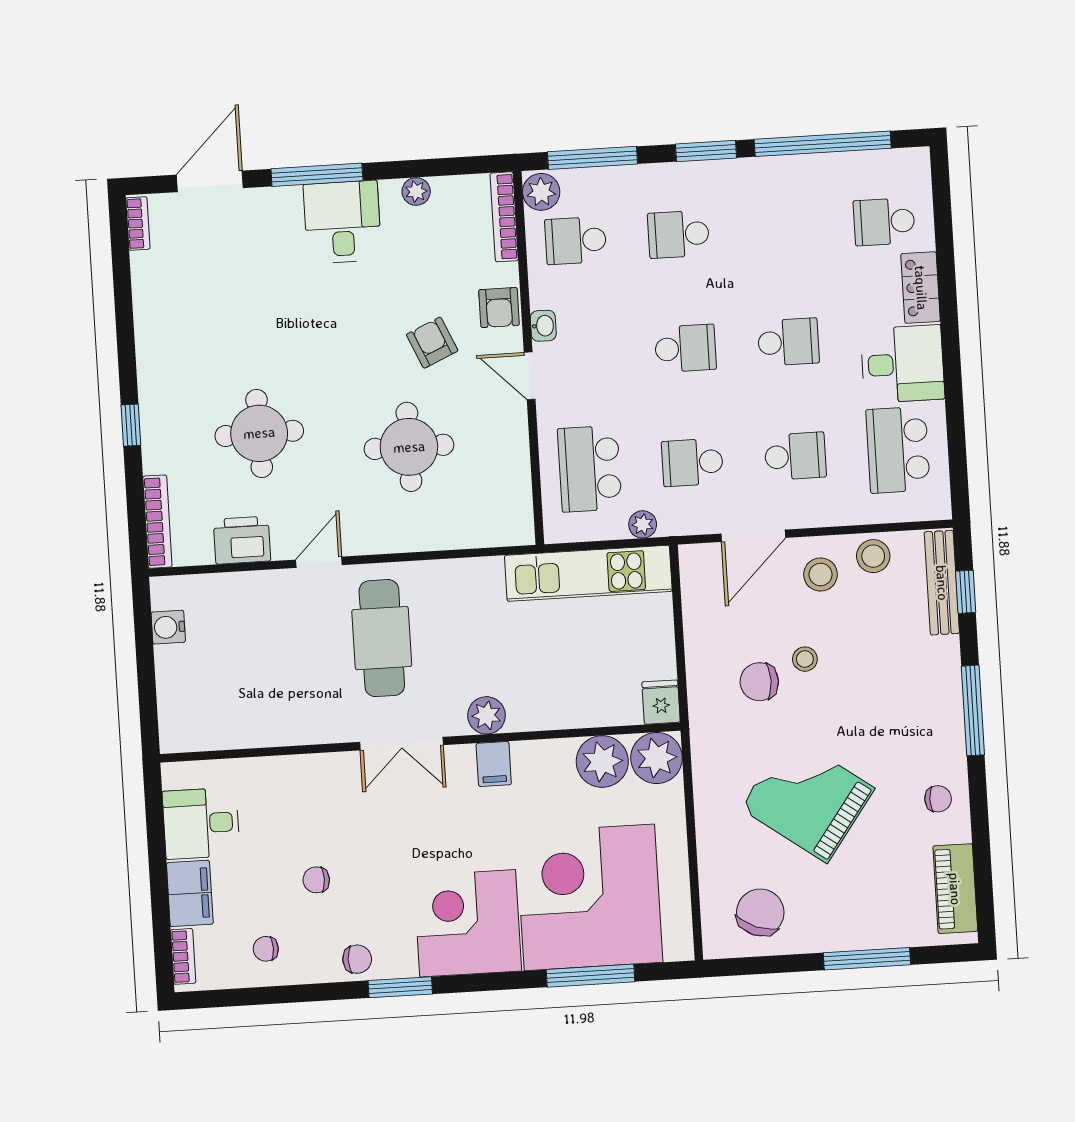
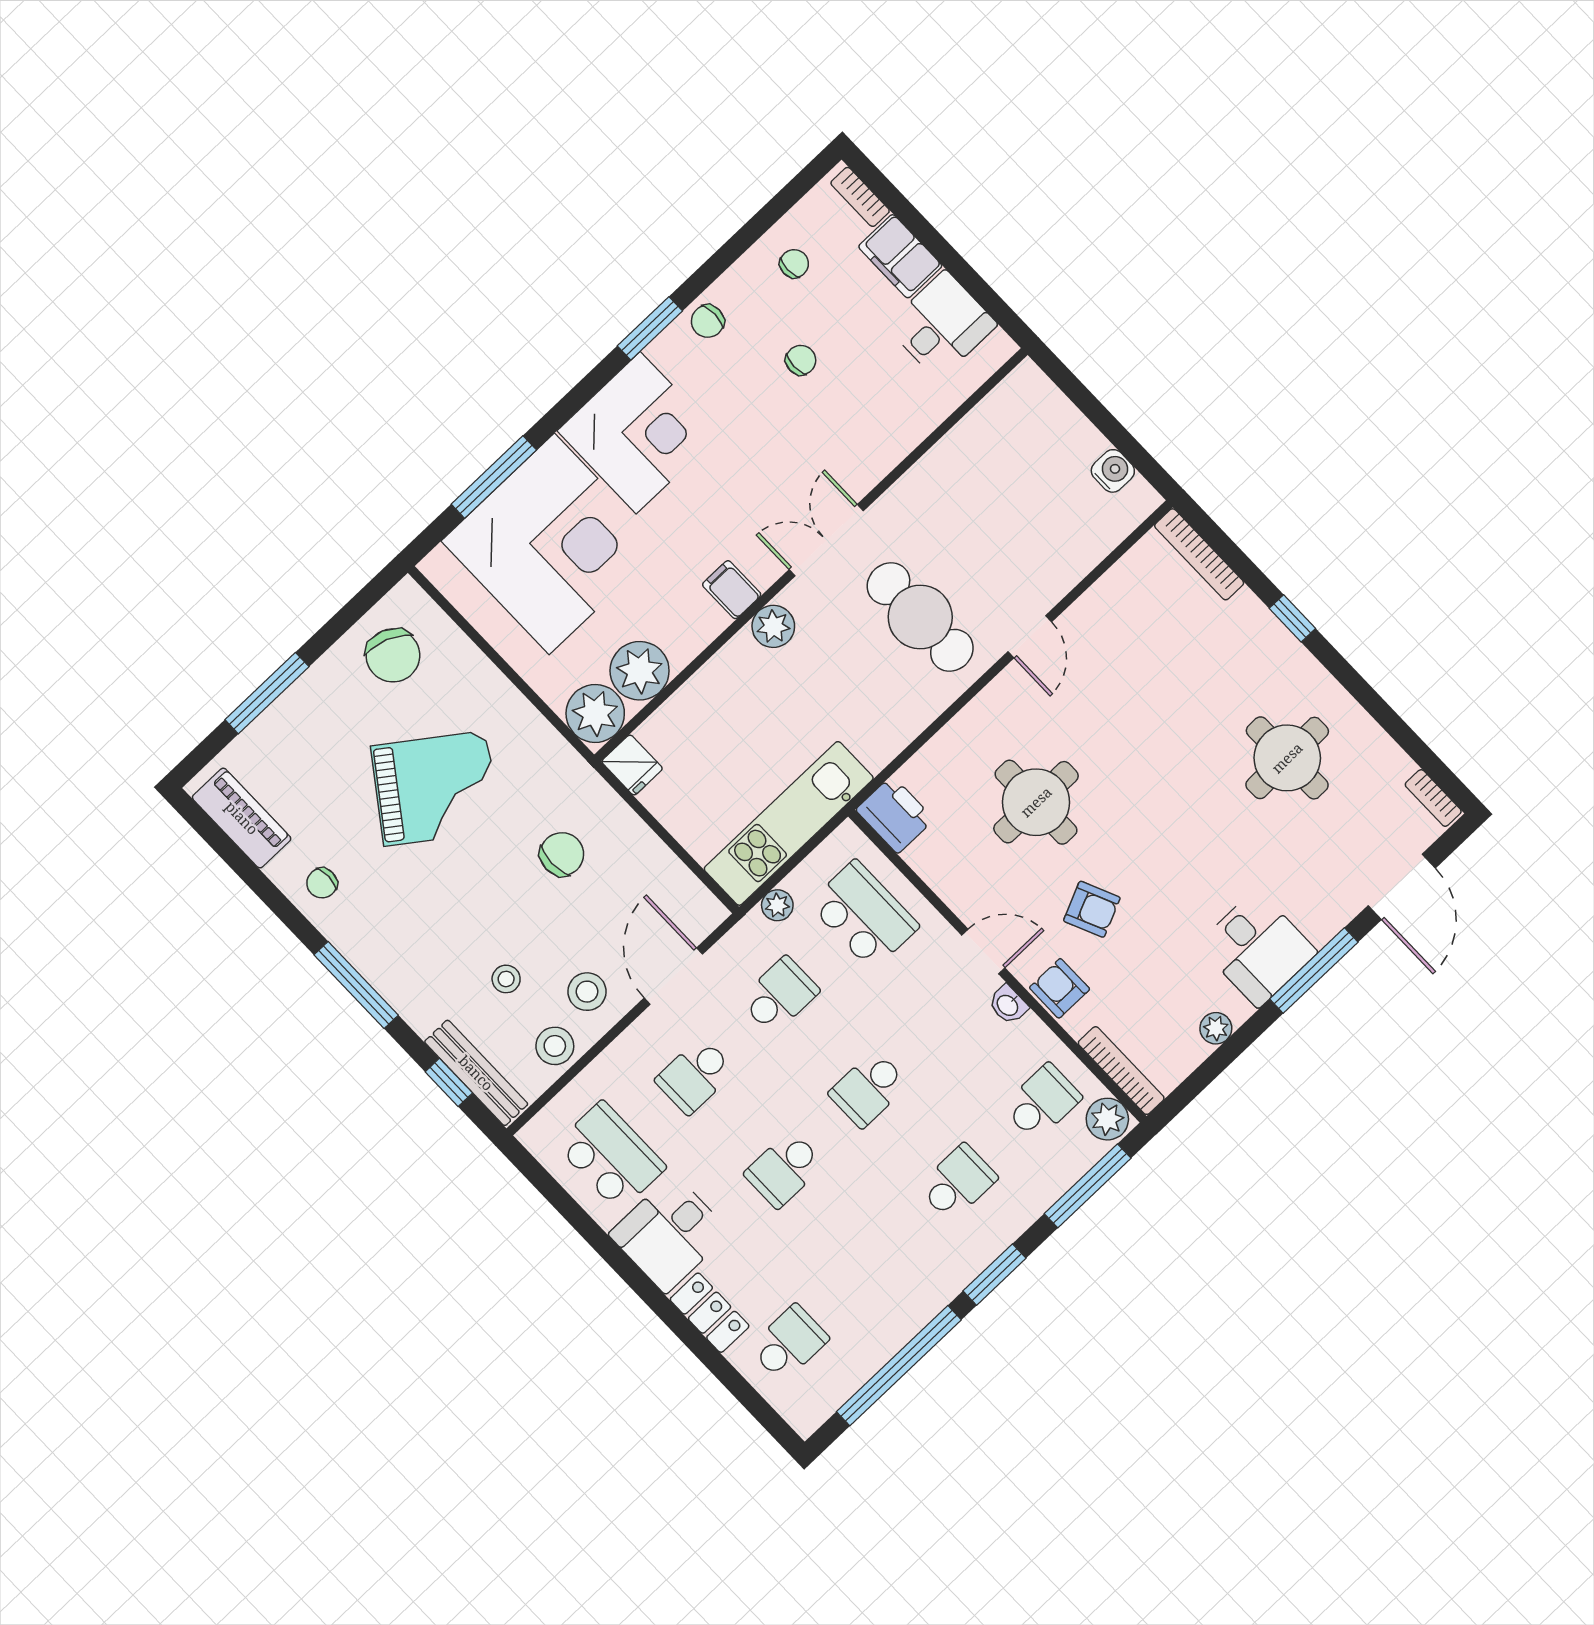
round table: (259, 433) -> (1287, 758), moved
printer: (242, 540) -> (895, 815), moved, turned -90
stool: (805, 659) -> (506, 979), moved

